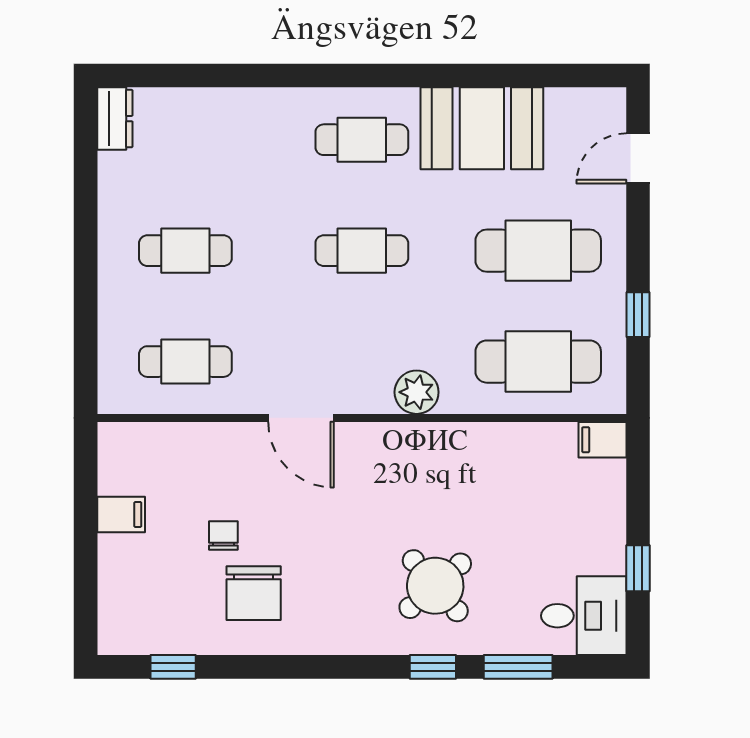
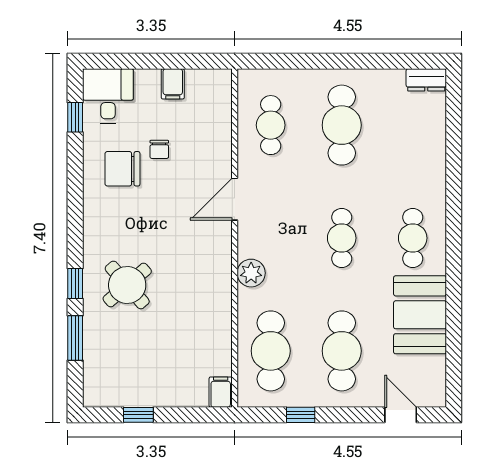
cafe table: (185, 251) -> (342, 125), width x1.37, depth x1.35
chair: (223, 536) -> (159, 149), turned 90
desk: (584, 616) -> (108, 96), moved, turned 180

